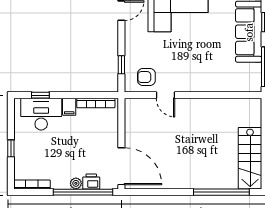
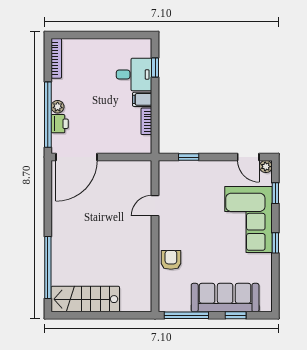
armchair: (146, 77) -> (171, 260), moved
bookcase: (96, 103) -> (146, 121), width x0.64
desk: (41, 114) -> (134, 75), width x0.73
window: (11, 148) -> (96, 35), removed

